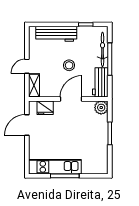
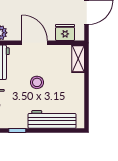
door: (27, 66) -> (87, 81), removed
door: (71, 99) -> (35, 43), swing flipped

